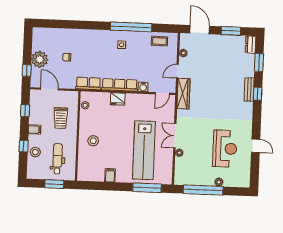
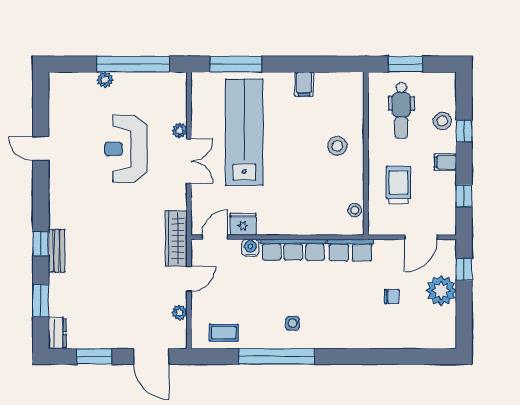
door: (50, 89) -> (421, 237), hinge flipped
fridge: (118, 99) -> (243, 224), moved
reception desk: (225, 149) -> (126, 149), moved

